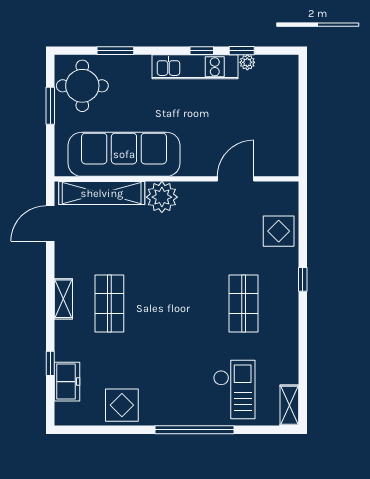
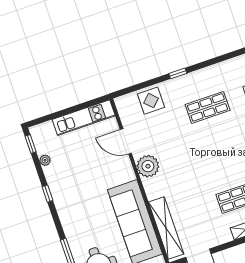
window: (242, 51) -> (31, 144), moved
kitchen unit: (195, 67) -> (84, 118), moved, turned 90
plant: (162, 197) -> (148, 166), moved

